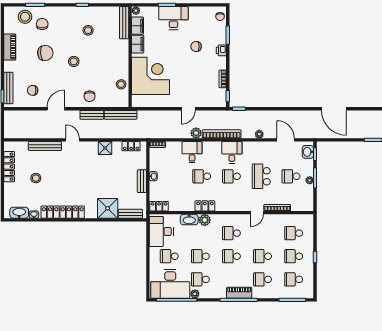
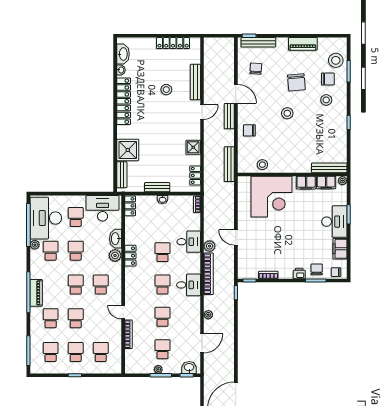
filing cabinet: (199, 13) -> (340, 249), added
stool: (88, 30) -> (326, 100), moved
chair: (196, 46) -> (317, 269), moved
bench: (92, 115) -> (229, 116), moved
school desk: (261, 176) -> (163, 317), width x0.54
stool: (36, 178) -> (166, 90), moved

